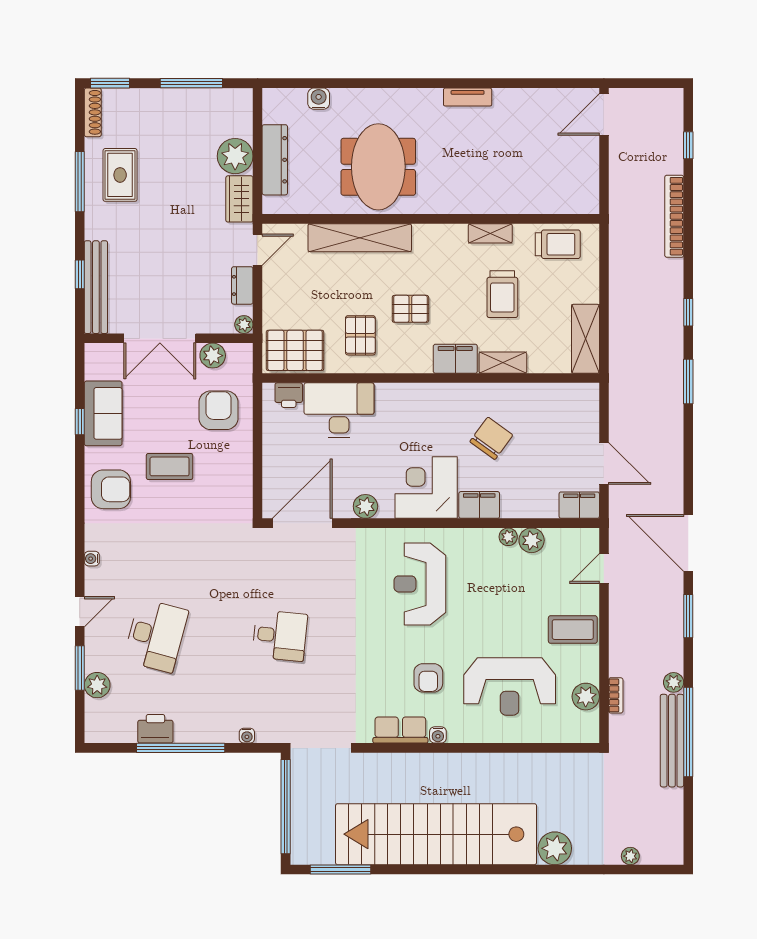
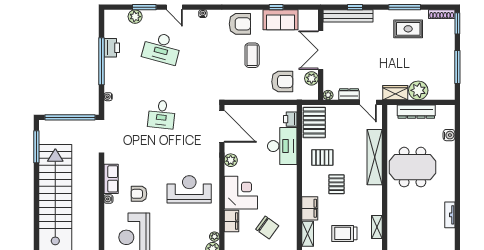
armchair: (111, 489) -> (240, 24), turned -90

